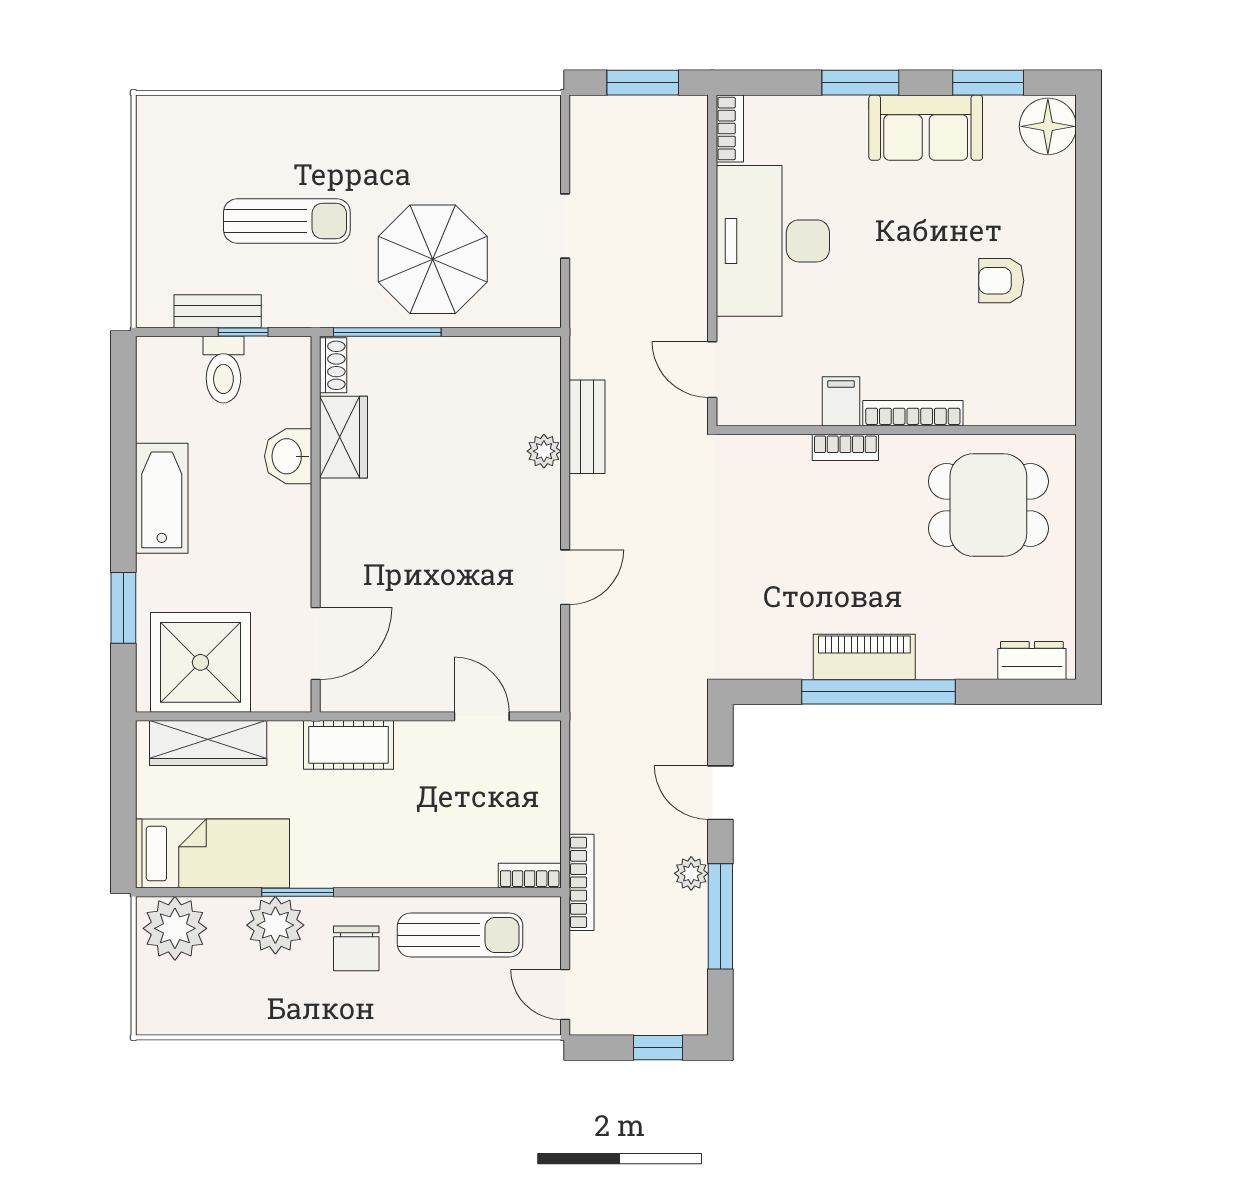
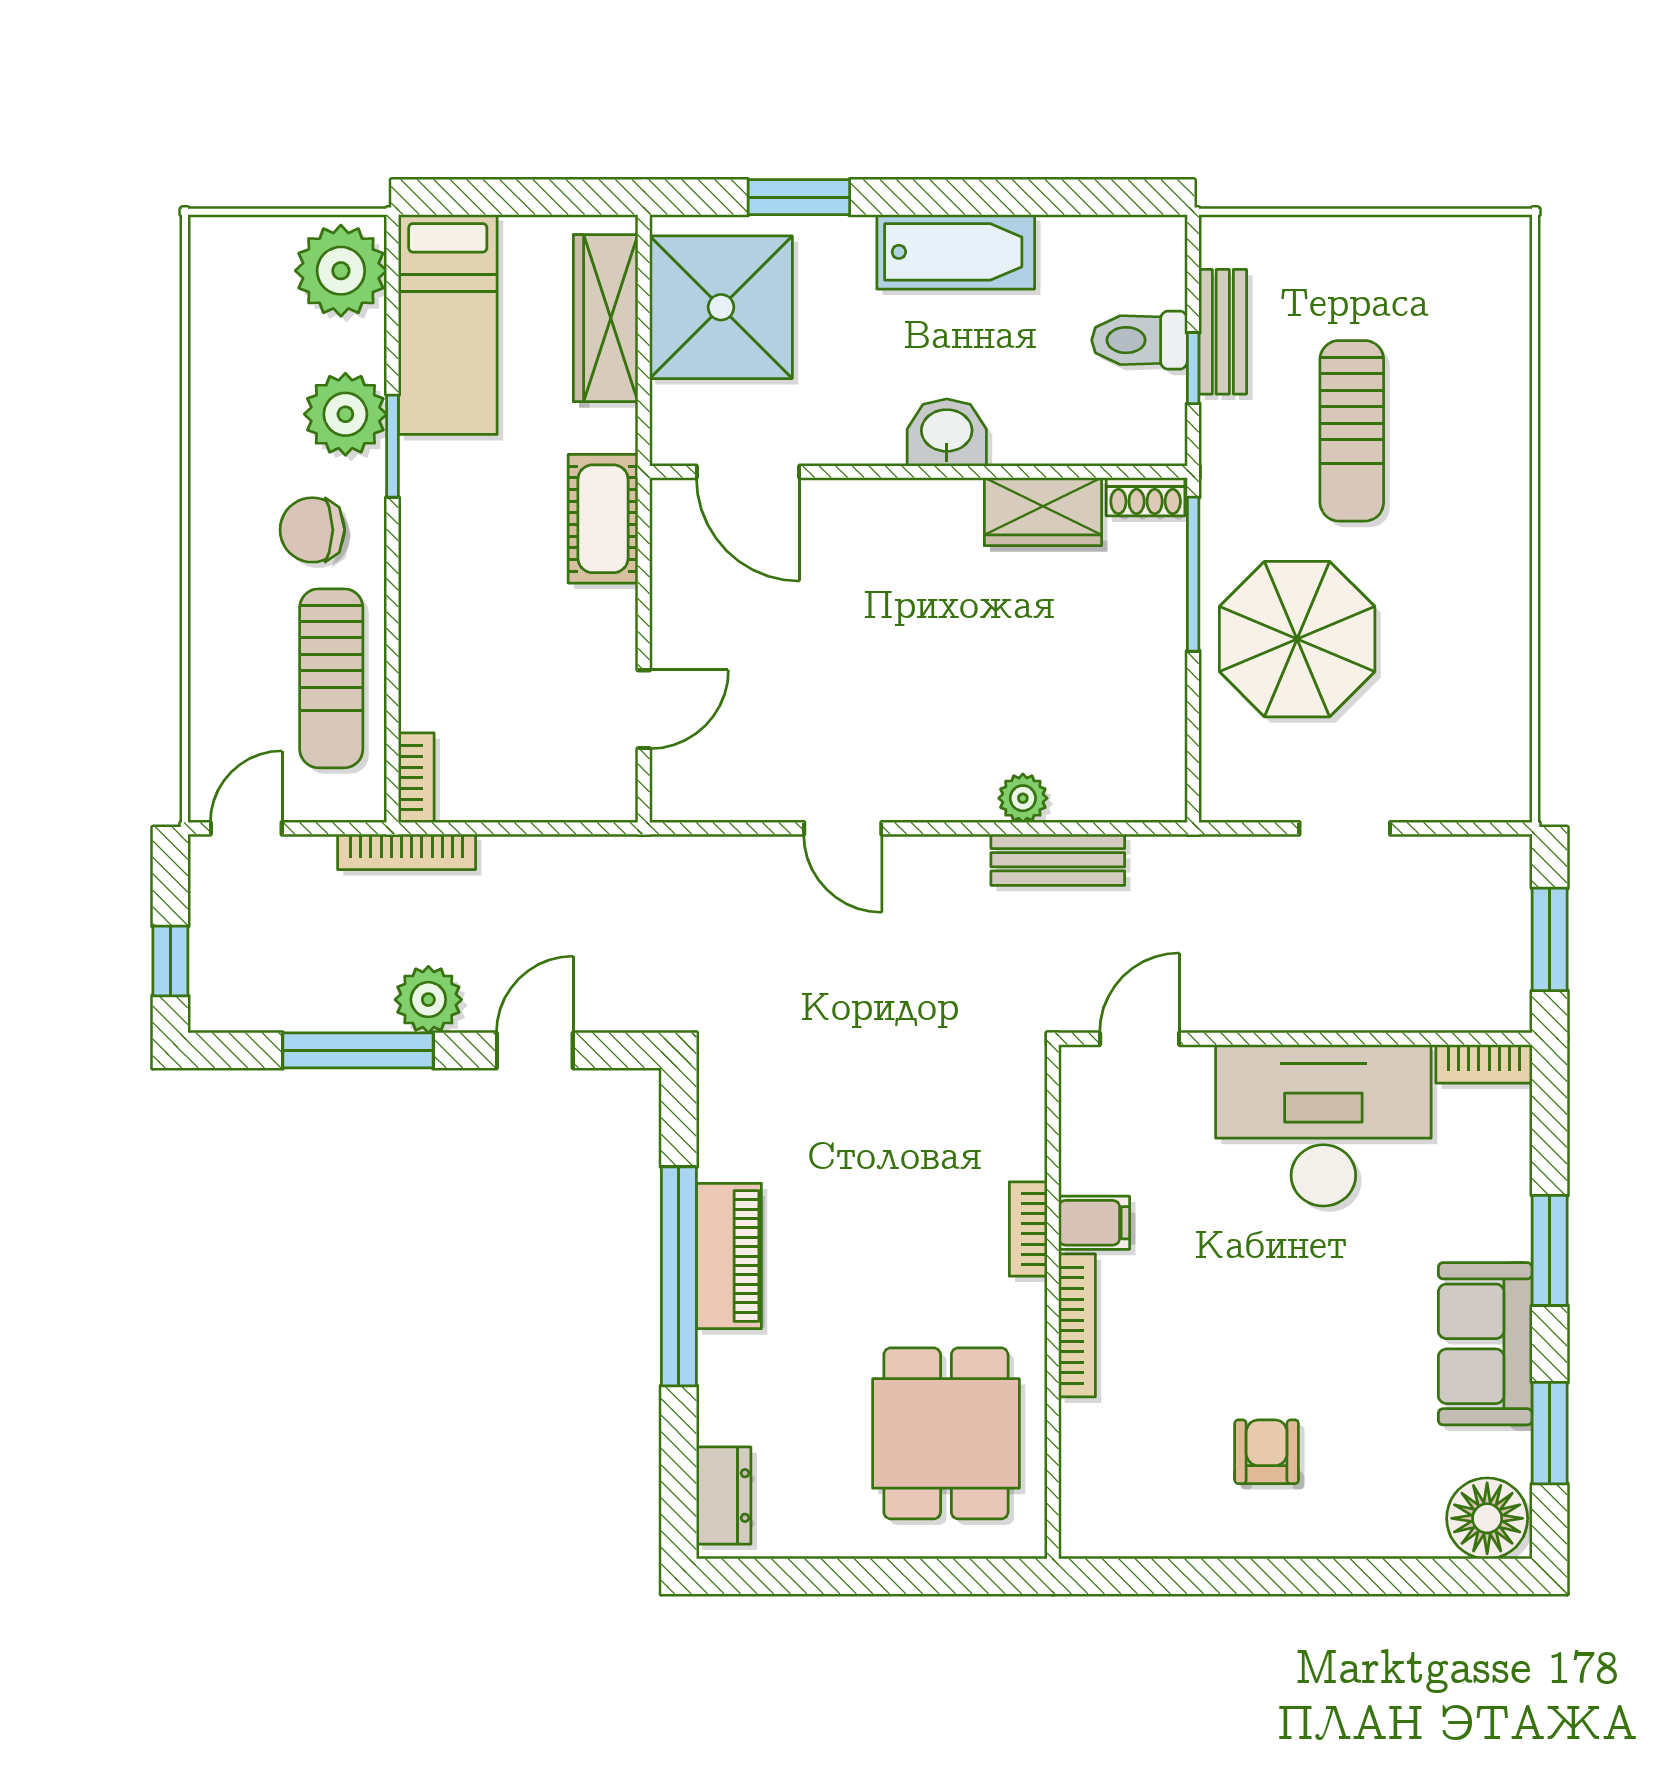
washbasin: (288, 456) -> (947, 432), moved
plant: (691, 873) -> (428, 1000), width x1.38, depth x1.38

